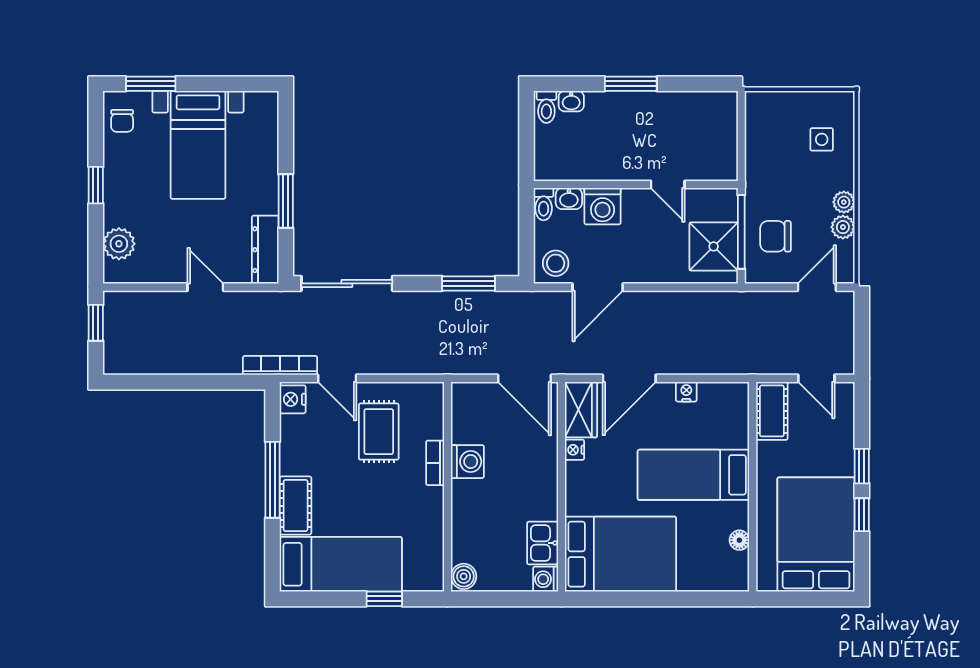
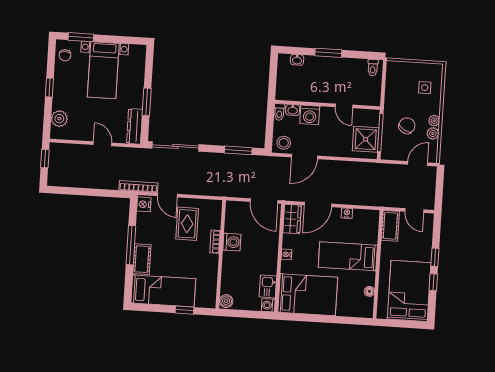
toilet: (546, 107) -> (373, 68), moved
chair: (775, 236) -> (407, 126), moved, turned 121
nightstand: (575, 450) -> (286, 254), moved

